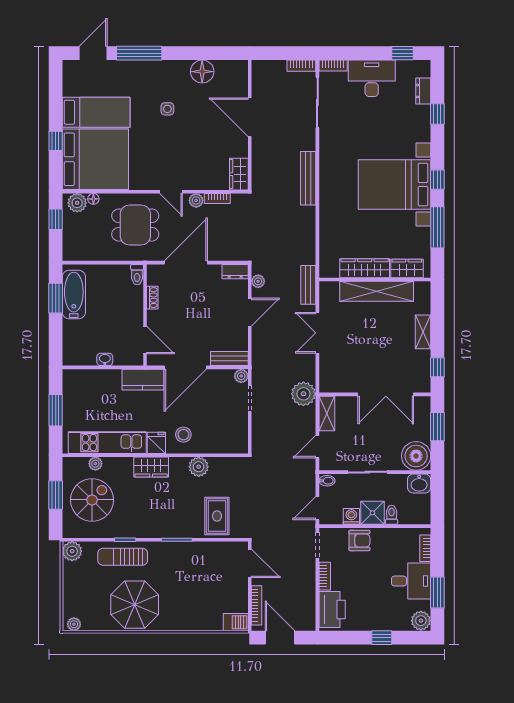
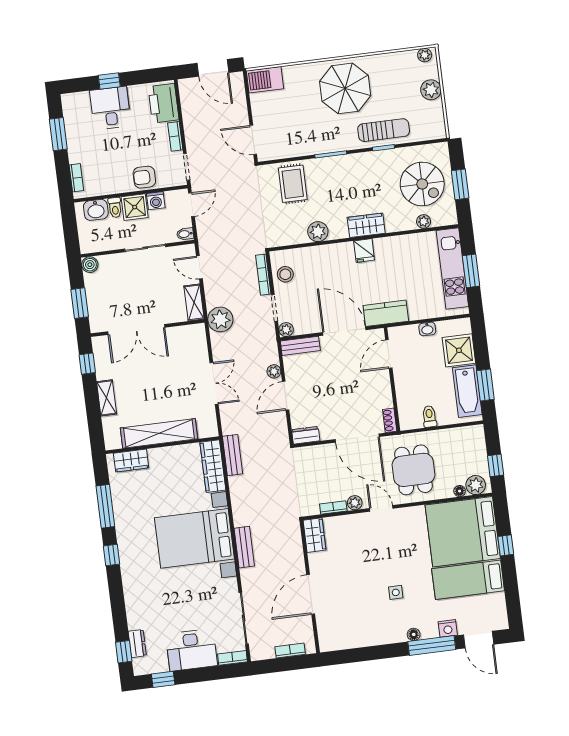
door: (93, 53) -> (479, 640), hinge flipped
bookcase: (301, 66) -> (290, 651), moved
nightstand: (122, 68) -> (448, 628), added
floor lamp: (202, 72) -> (414, 634), moved, width x0.53, depth x0.53
window: (437, 114) -> (124, 652), moved
door: (250, 117) -> (311, 594), swing flipped
bench: (308, 178) -> (244, 547), width x0.73
bed with nightstands: (394, 185) -> (194, 538), moved, turned 180
dining table: (135, 225) -> (414, 470), turned 90
door: (186, 263) -> (357, 438), hinge flipped
wardrobe: (365, 268) -> (213, 466), moved, turned 90
toilet: (137, 275) -> (429, 416), moved
plant: (258, 281) -> (274, 371), moved
bench: (308, 285) -> (233, 455), moved
shoe rack: (152, 298) -> (390, 420), moved
shower: (77, 335) -> (459, 350), added
door: (145, 340) -> (389, 354), hinge flipped
door: (185, 367) -> (344, 331), hinge flipped
double door: (386, 394) -> (136, 329), swing flipped
stool: (183, 435) -> (285, 274), moved
kitchen unit: (107, 443) -> (452, 268), moved, turned 90
door: (317, 447) -> (199, 267), swing flipped
boiler: (416, 456) -> (90, 265), width x0.54, depth x0.54
washbasin: (419, 483) -> (96, 210), moved, turned 180
spiral stairs: (92, 500) -> (422, 184), turned -90
plant: (72, 551) -> (431, 90), moved
desk: (411, 581) -> (110, 108), moved, turned 90
parasol: (135, 605) -> (345, 88), moved
bookcase: (257, 605) -> (263, 275), moved
plant: (421, 621) -> (71, 103), removed
barbecue: (236, 622) -> (265, 80), width x1.38, depth x1.27

